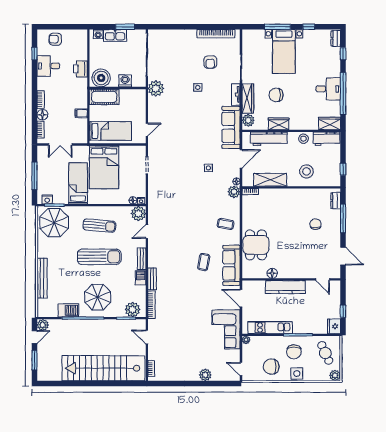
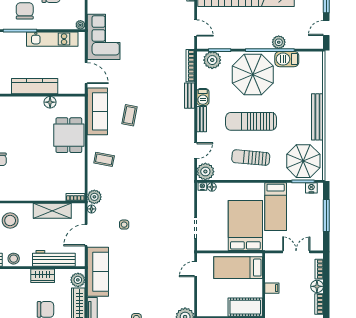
bench: (42, 278) -> (317, 117), moved
parasol: (98, 297) -> (253, 74), width x1.36, depth x1.36
plant: (43, 325) -> (279, 42), moved

